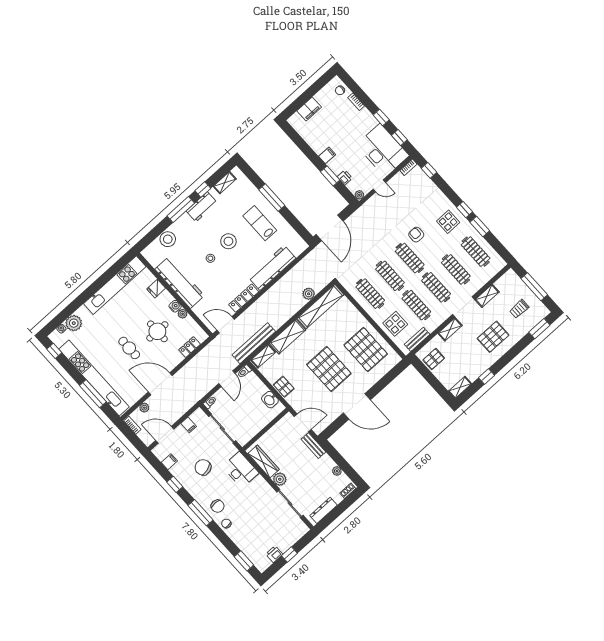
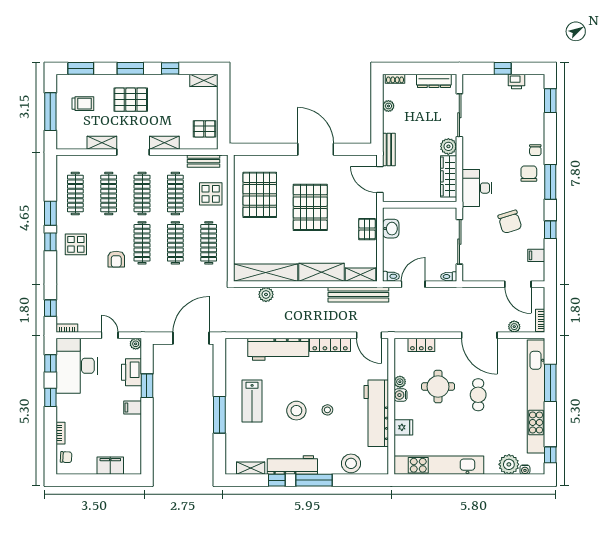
printer: (345, 177) -> (132, 372), width x1.87, depth x1.48
workbench: (202, 207) -> (292, 465), width x1.38
window: (510, 355) -> (130, 68), added
filing cabinet: (189, 425) -> (488, 273), removed

